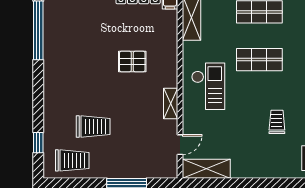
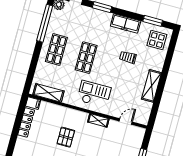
door: (180, 145) -> (126, 121), hinge flipped
shelving: (206, 169) -> (151, 86), moved

